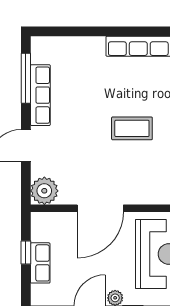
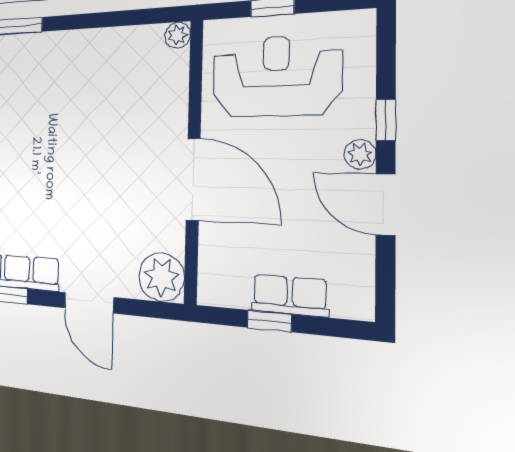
coffee table: (132, 128) -> (70, 125), removed

